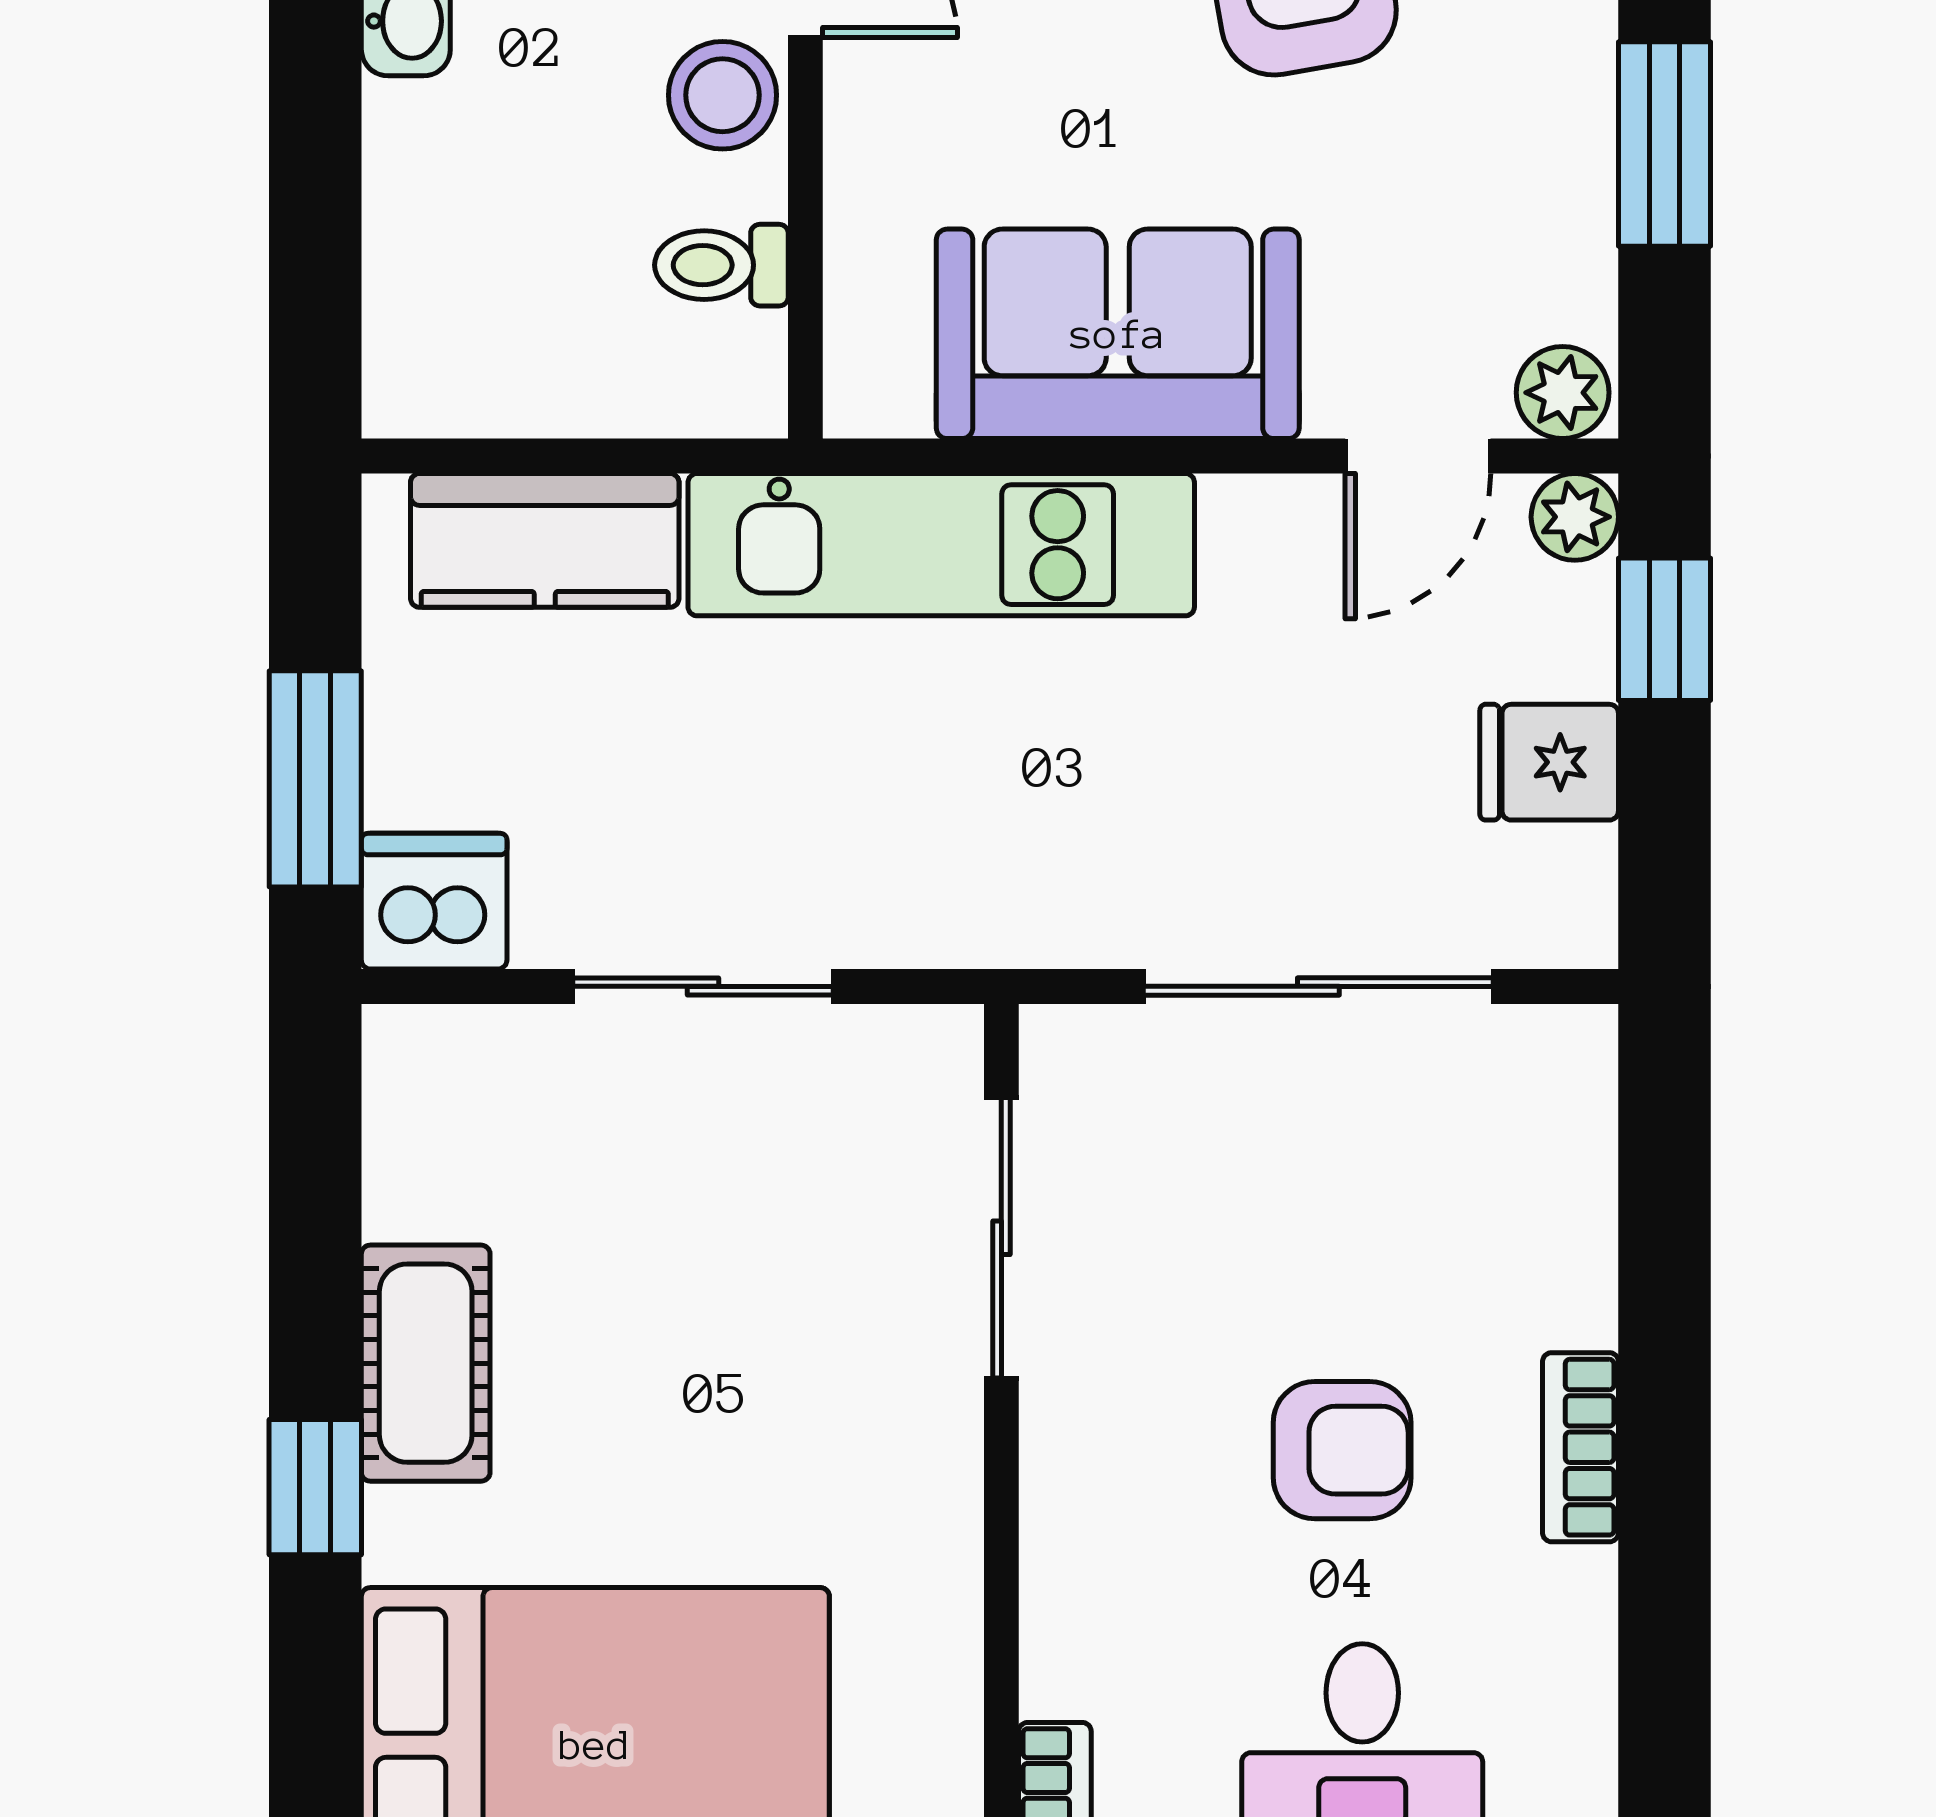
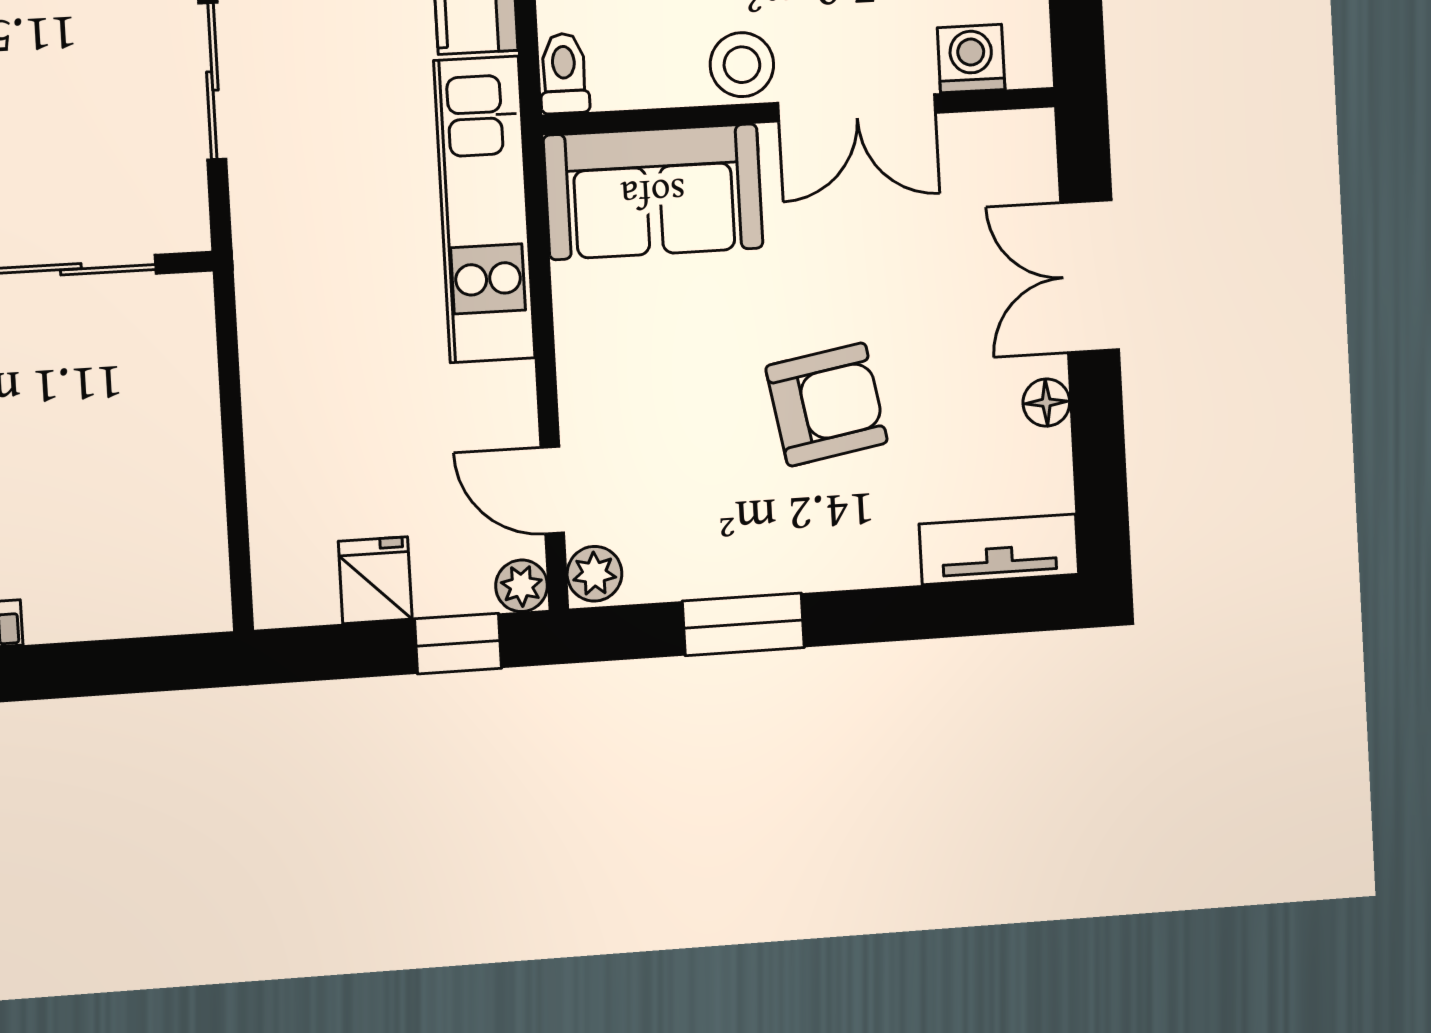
toilet: (721, 265) -> (564, 73), moved
sofa: (1118, 334) -> (653, 192), moved, turned 90
sliding door: (1318, 986) -> (233, 451), removed

